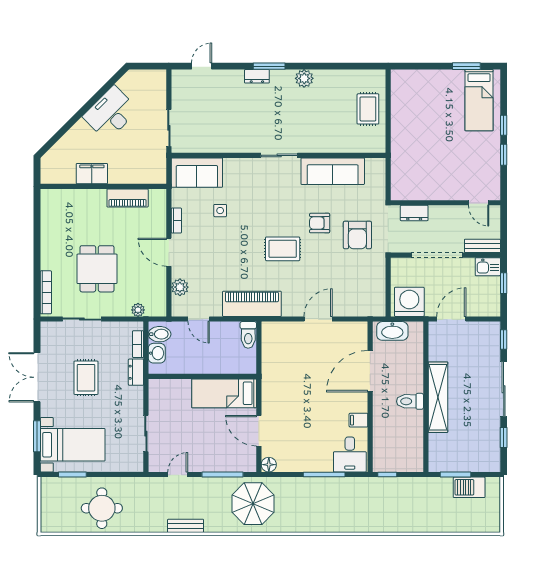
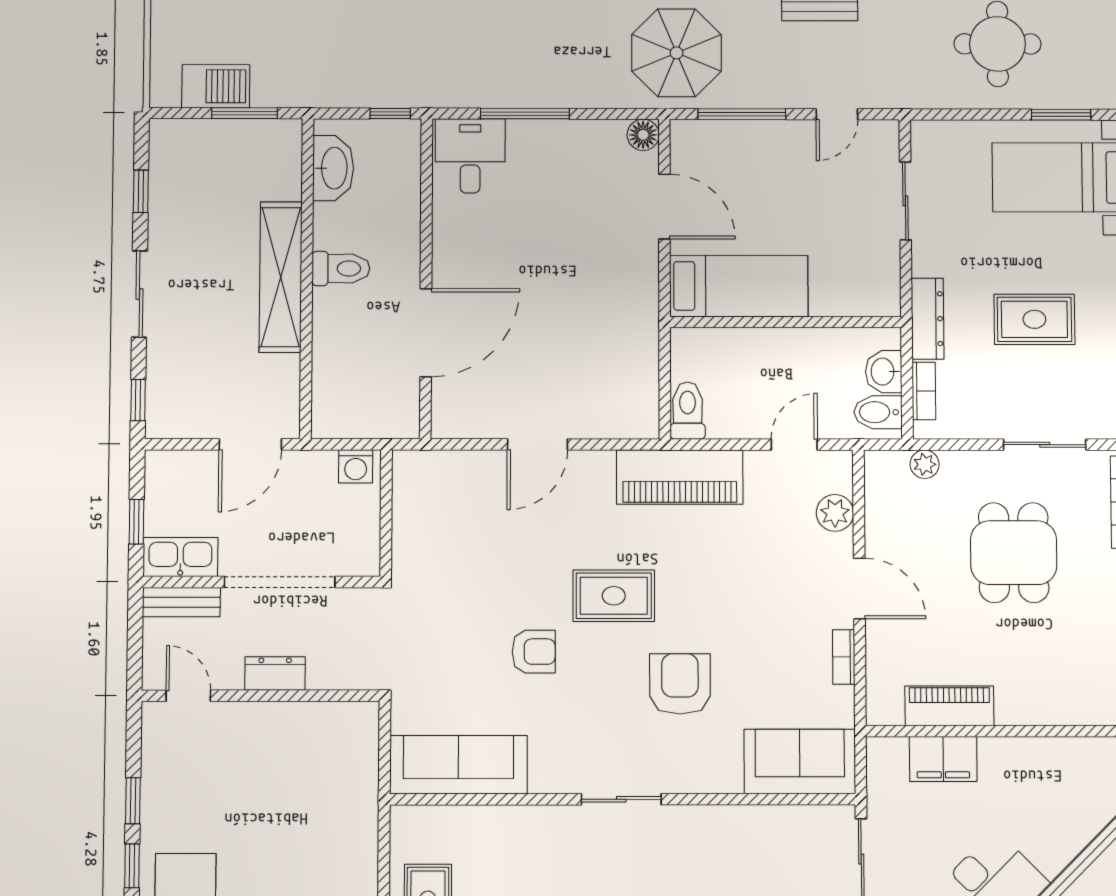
sofa: (333, 171) -> (458, 765), moved
filing cabinet: (92, 174) -> (943, 759), moved
side table: (220, 211) -> (749, 679), removed
dresser: (414, 213) -> (275, 674), moved
armchair: (357, 235) -> (680, 684), moved
kitchen sink: (488, 267) -> (180, 557), width x1.38
washing machine: (409, 302) -> (356, 466), width x0.53, depth x0.53
door: (199, 319) -> (794, 445), hinge flipped
washbasin: (392, 331) -> (333, 168), moved, turned 90
dresser: (136, 372) -> (928, 319), width x1.44
rug: (86, 378) -> (1034, 319), turned 90
sliding door: (504, 389) -> (139, 294), width x0.73
filing cabinet: (358, 420) -> (451, 229), removed

